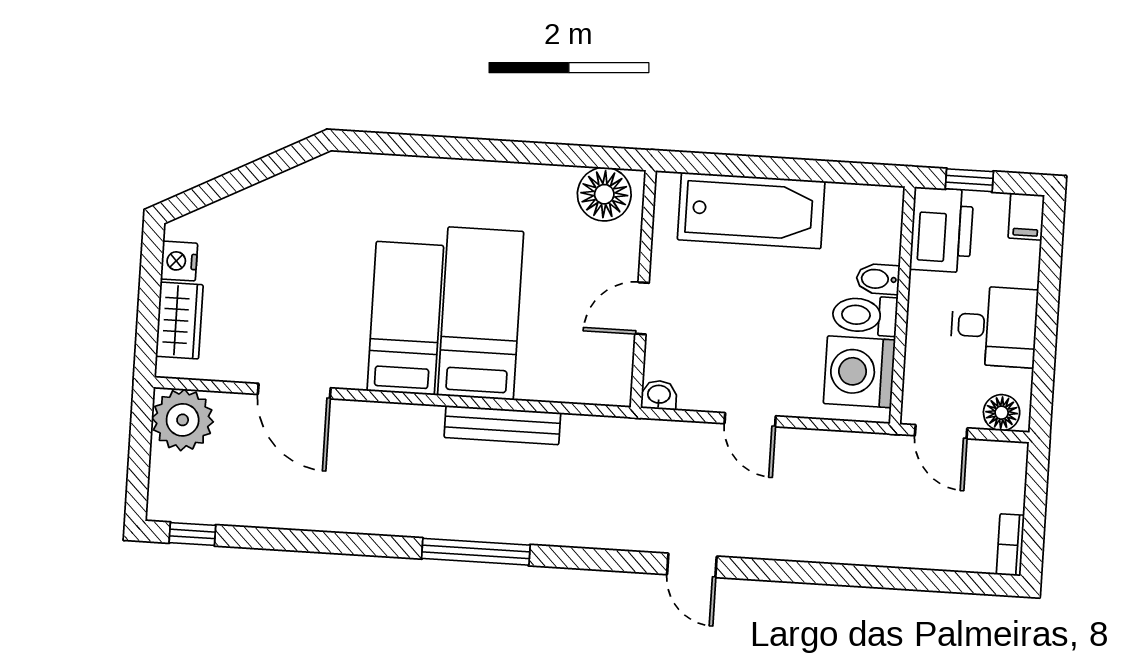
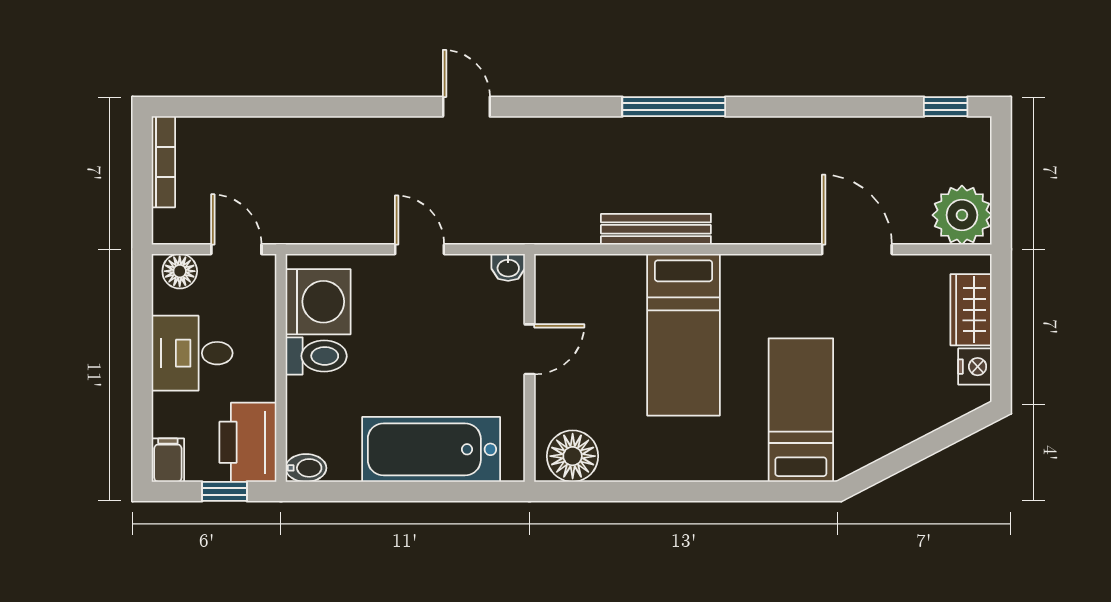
bidet: (878, 279) -> (306, 468), moved
bed: (405, 318) -> (801, 410), moved, turned 180
bookcase: (1010, 545) -> (163, 162), width x1.56

